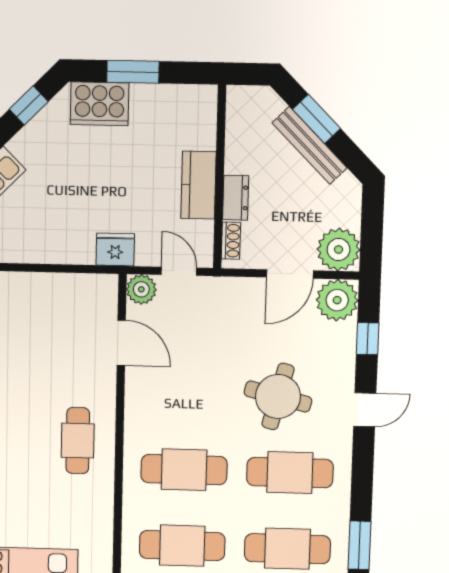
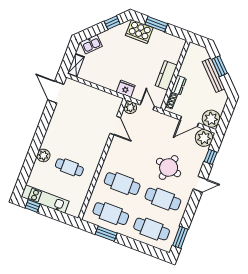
cafe table: (78, 441) -> (69, 167), moved, turned 90

